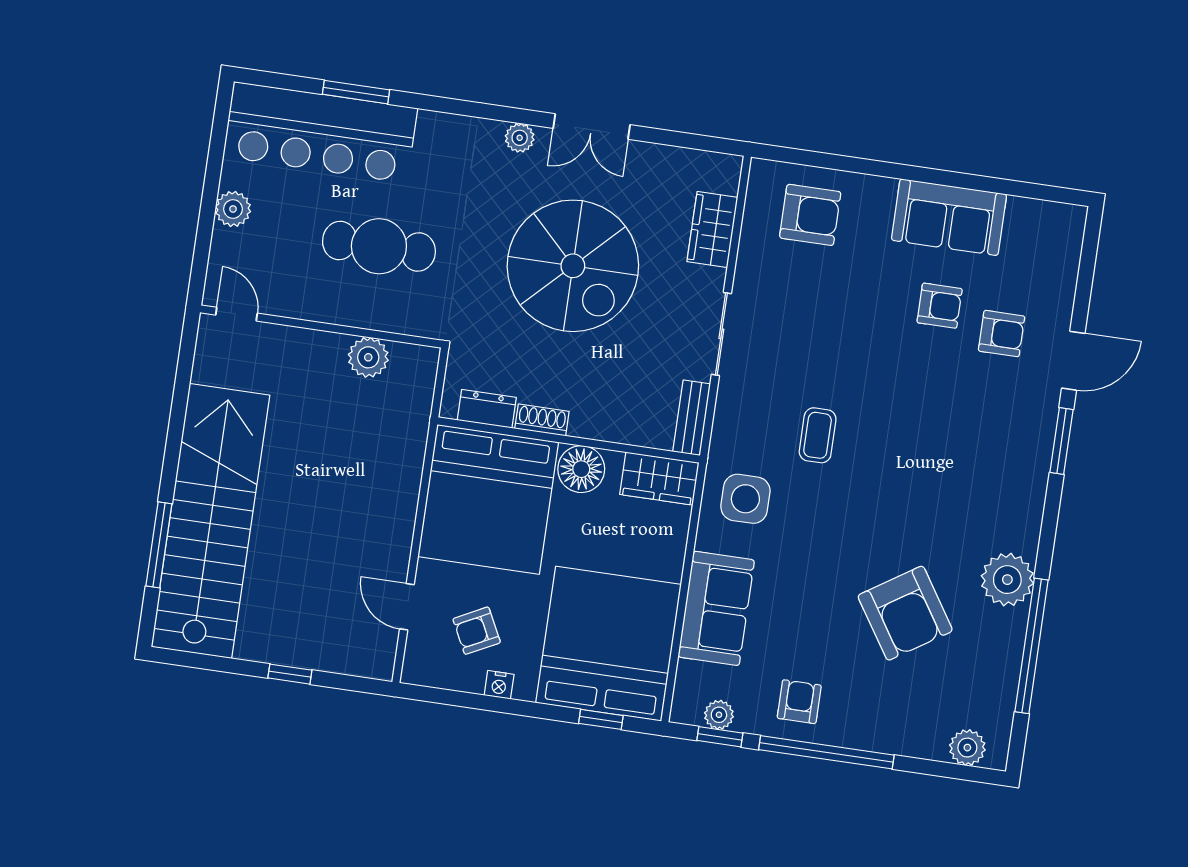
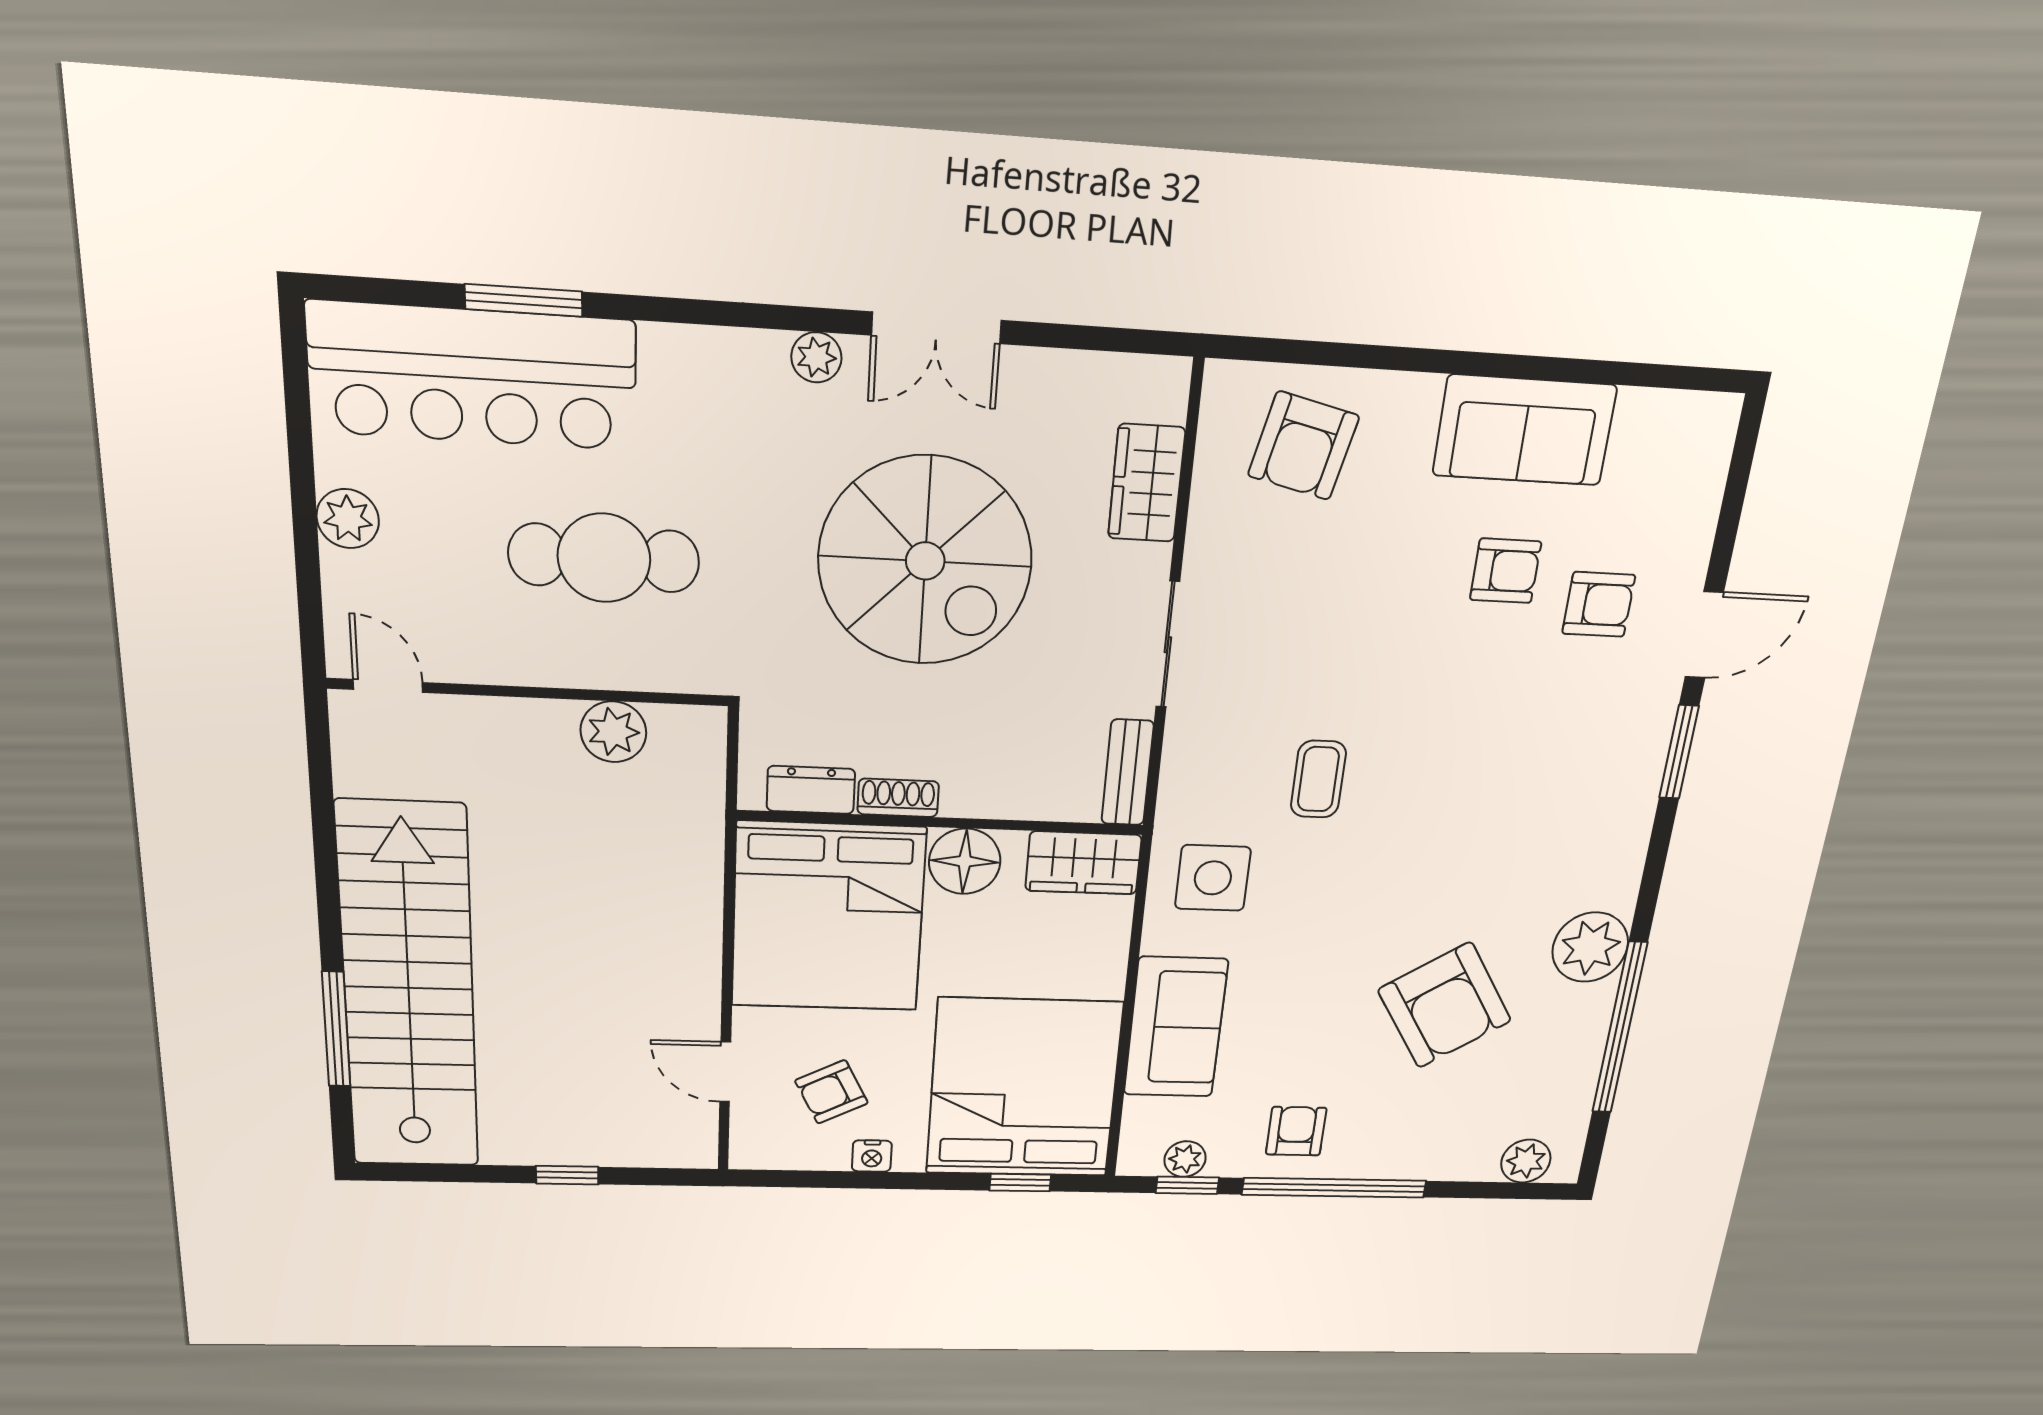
armchair: (810, 215) -> (1303, 446), turned 103

